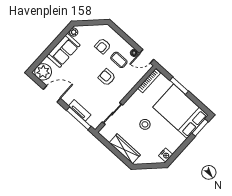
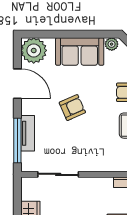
armchair: (107, 77) -> (72, 108), moved, turned 66

